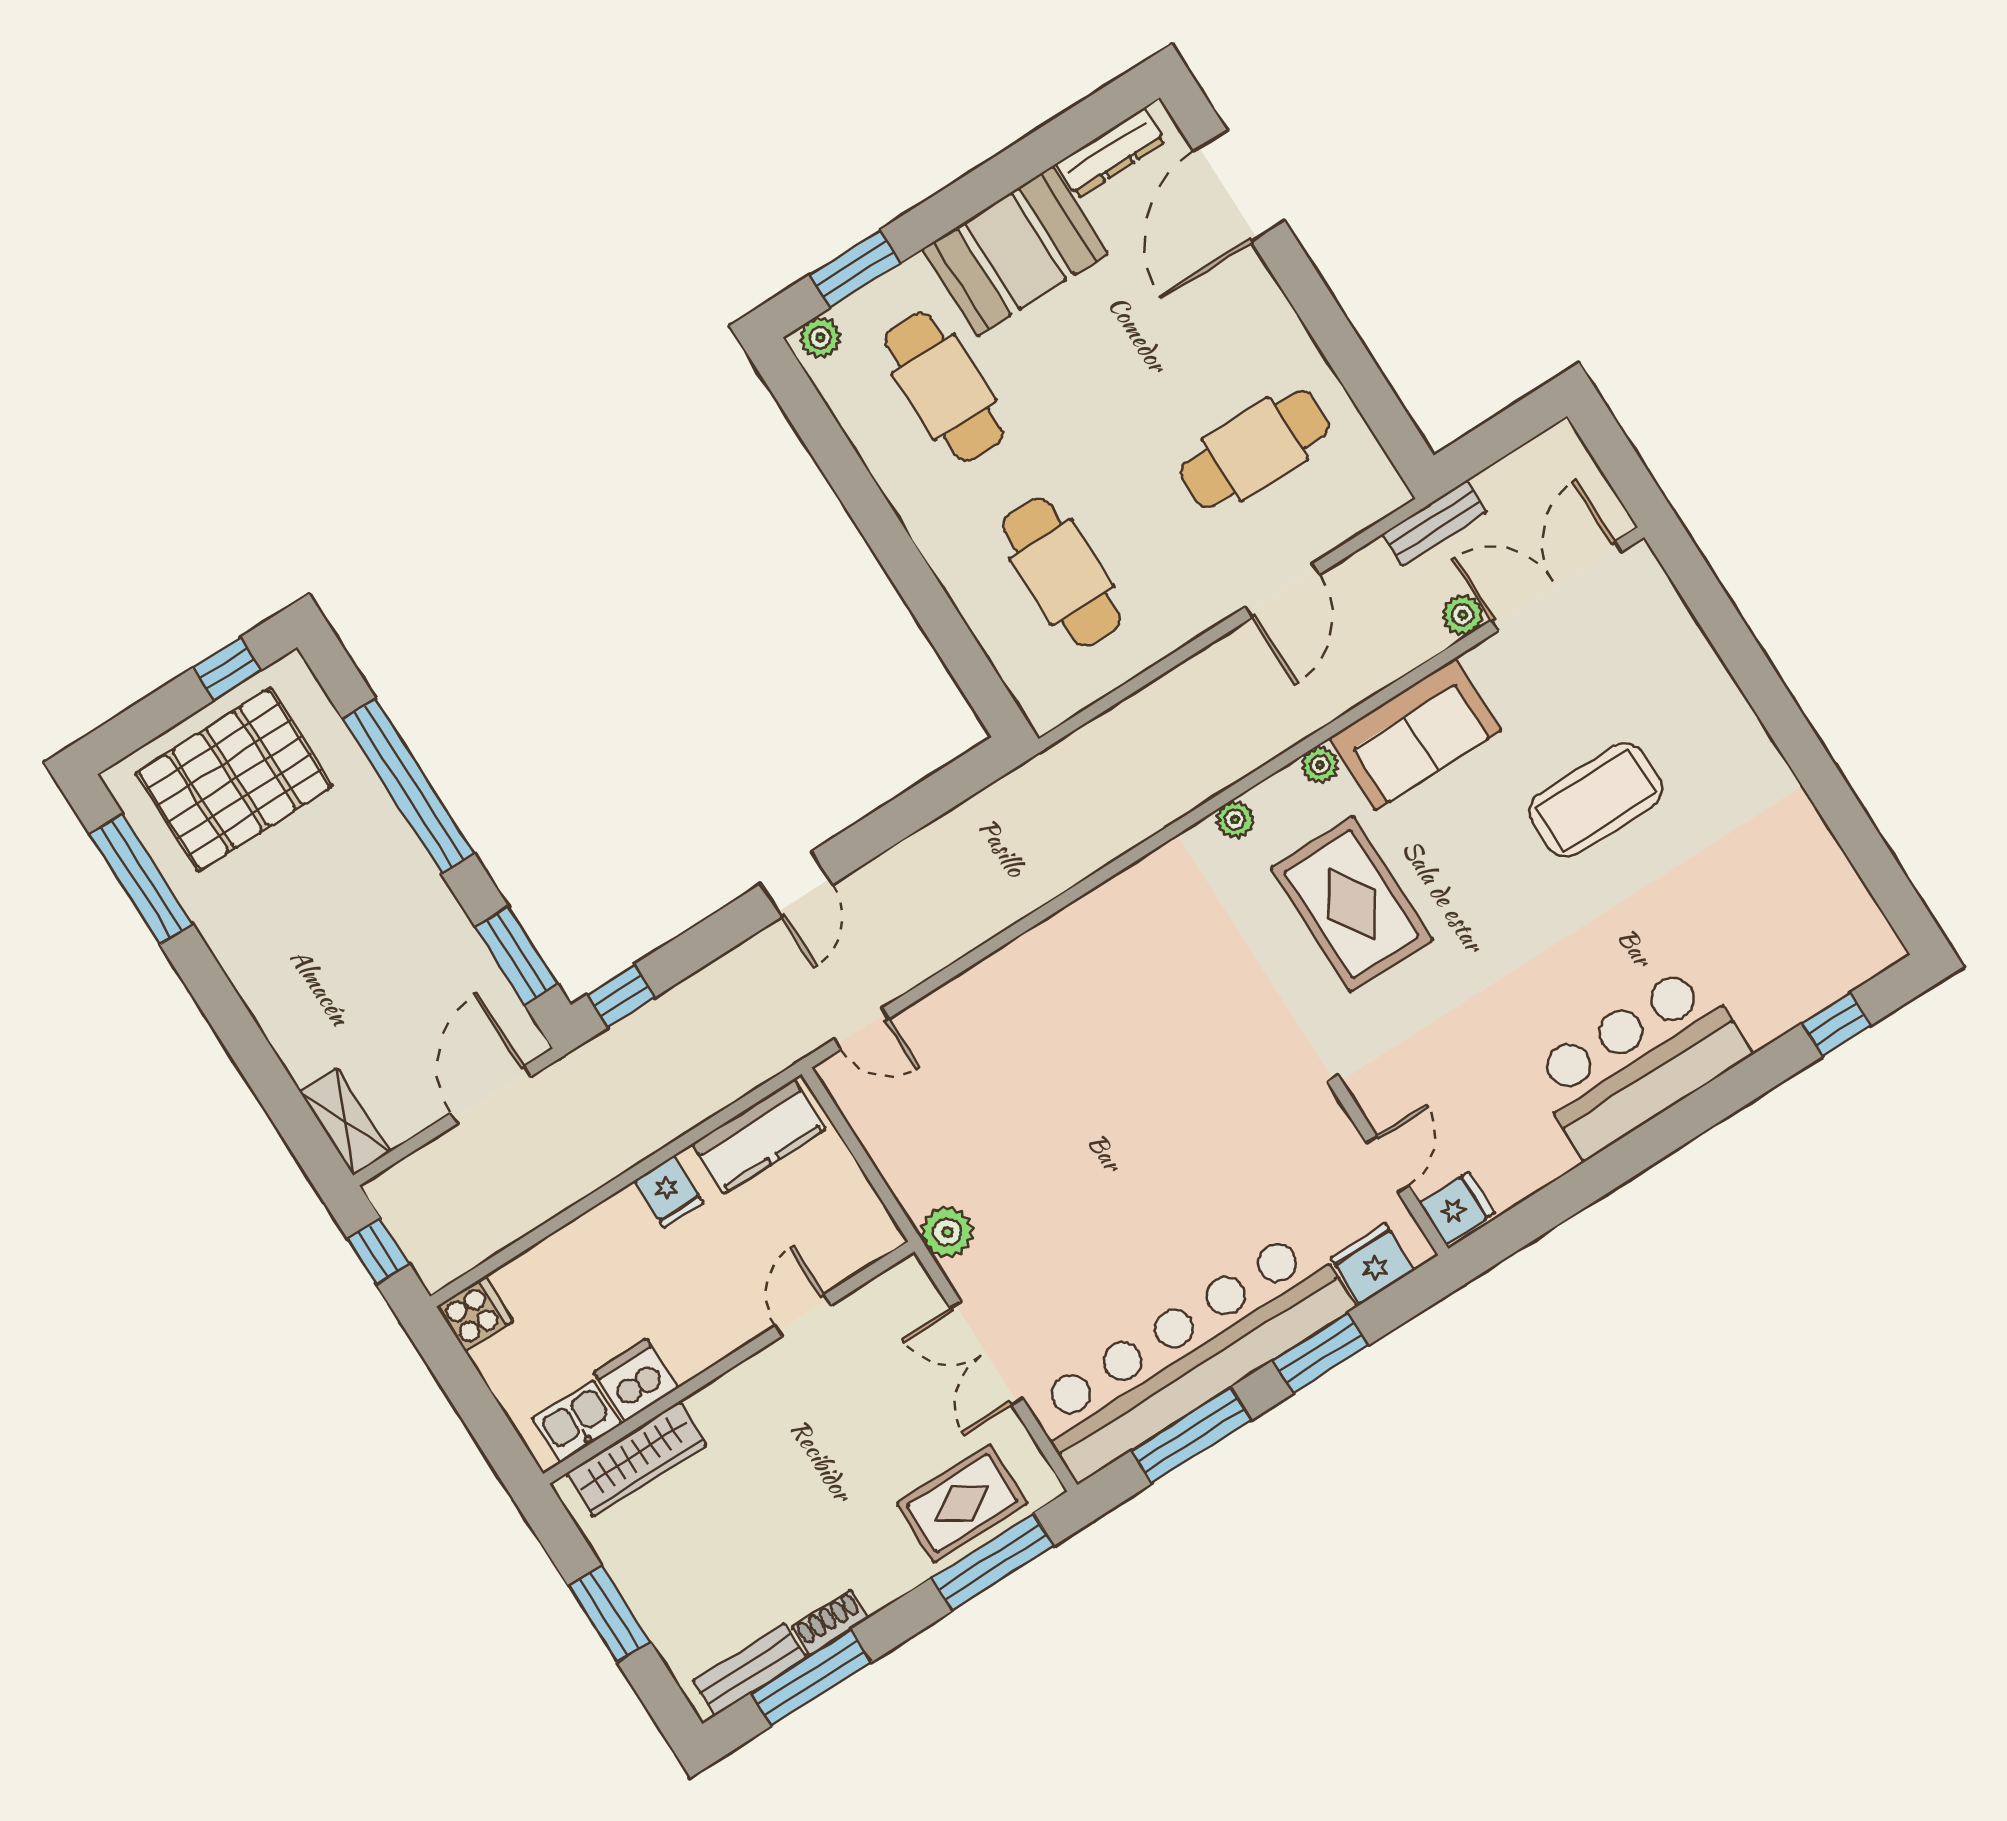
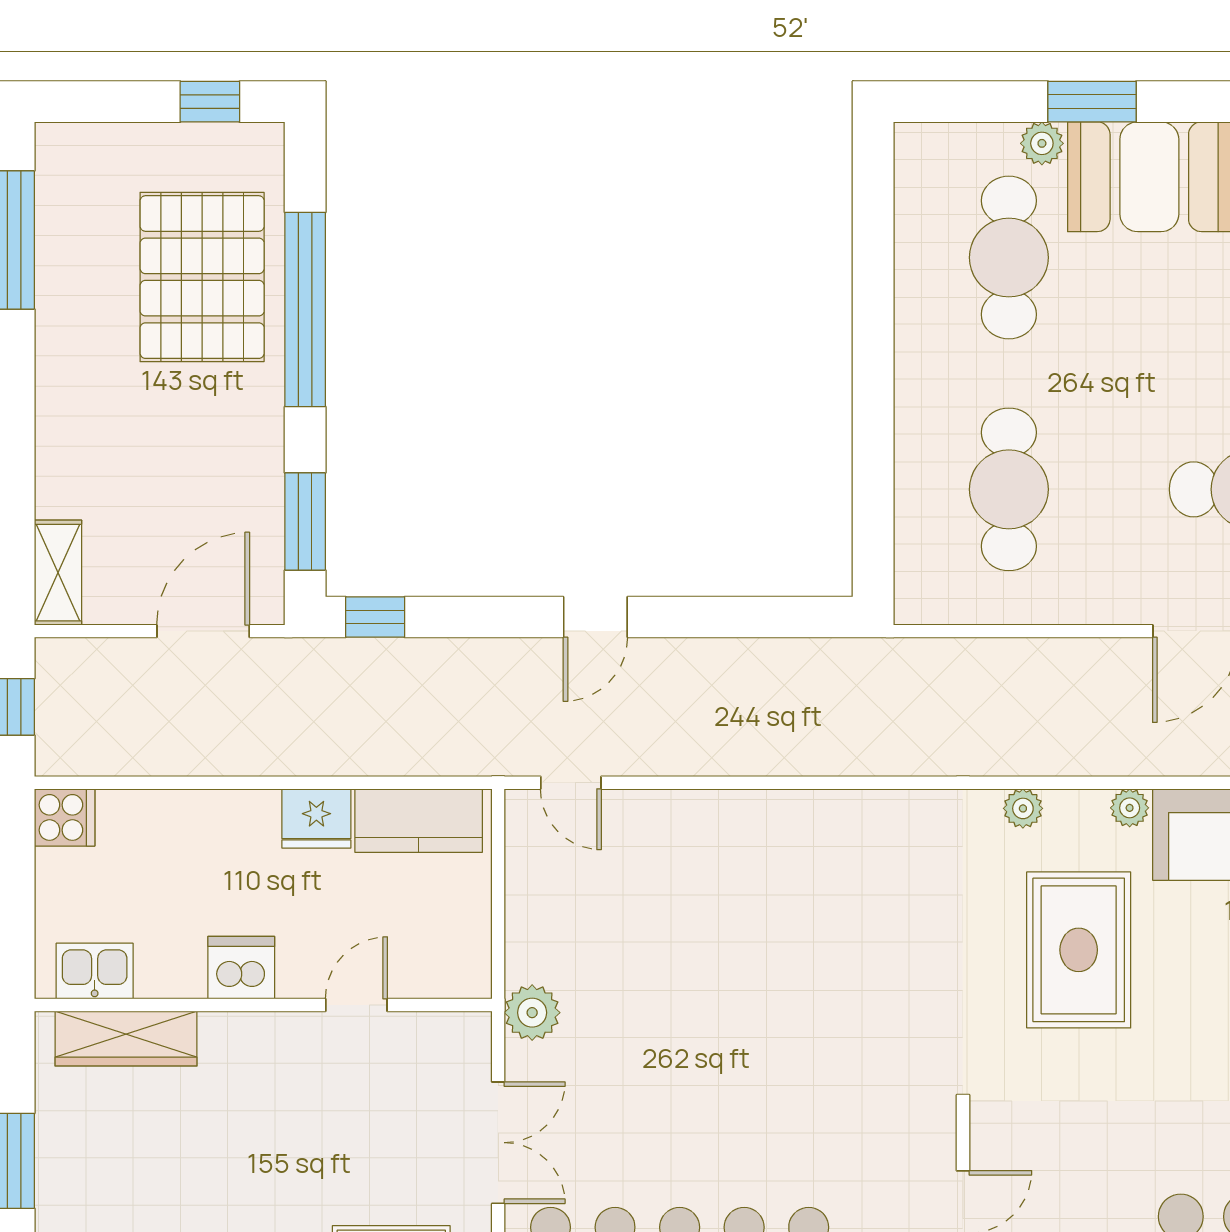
window: (855, 269) -> (1092, 102), moved
plant: (820, 338) -> (1042, 143), moved
pallet: (234, 780) -> (202, 277), moved, turned 90
fridge: (669, 1192) -> (316, 818), width x1.38
double door: (986, 1353) -> (498, 1143), swing flipped
dishwasher: (636, 1380) -> (241, 968), moved

